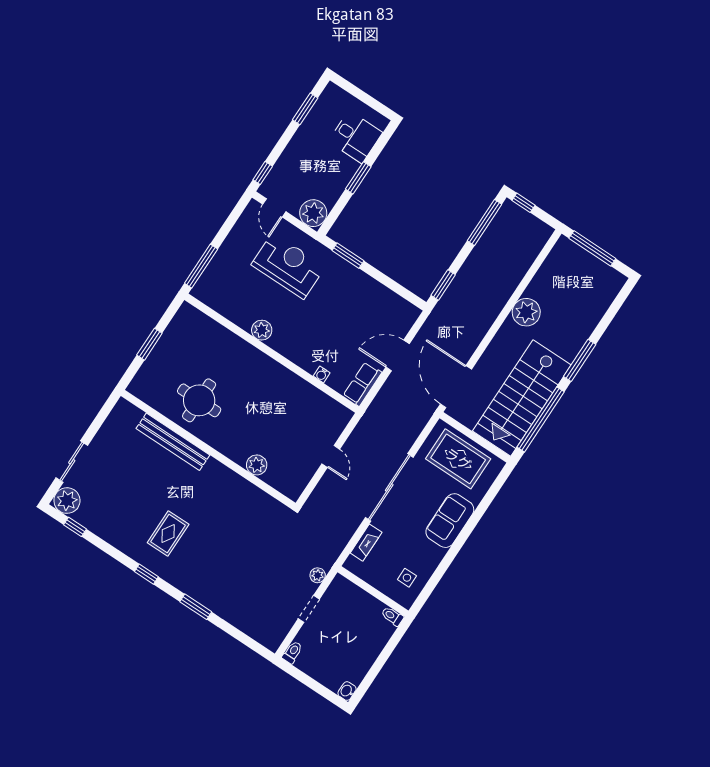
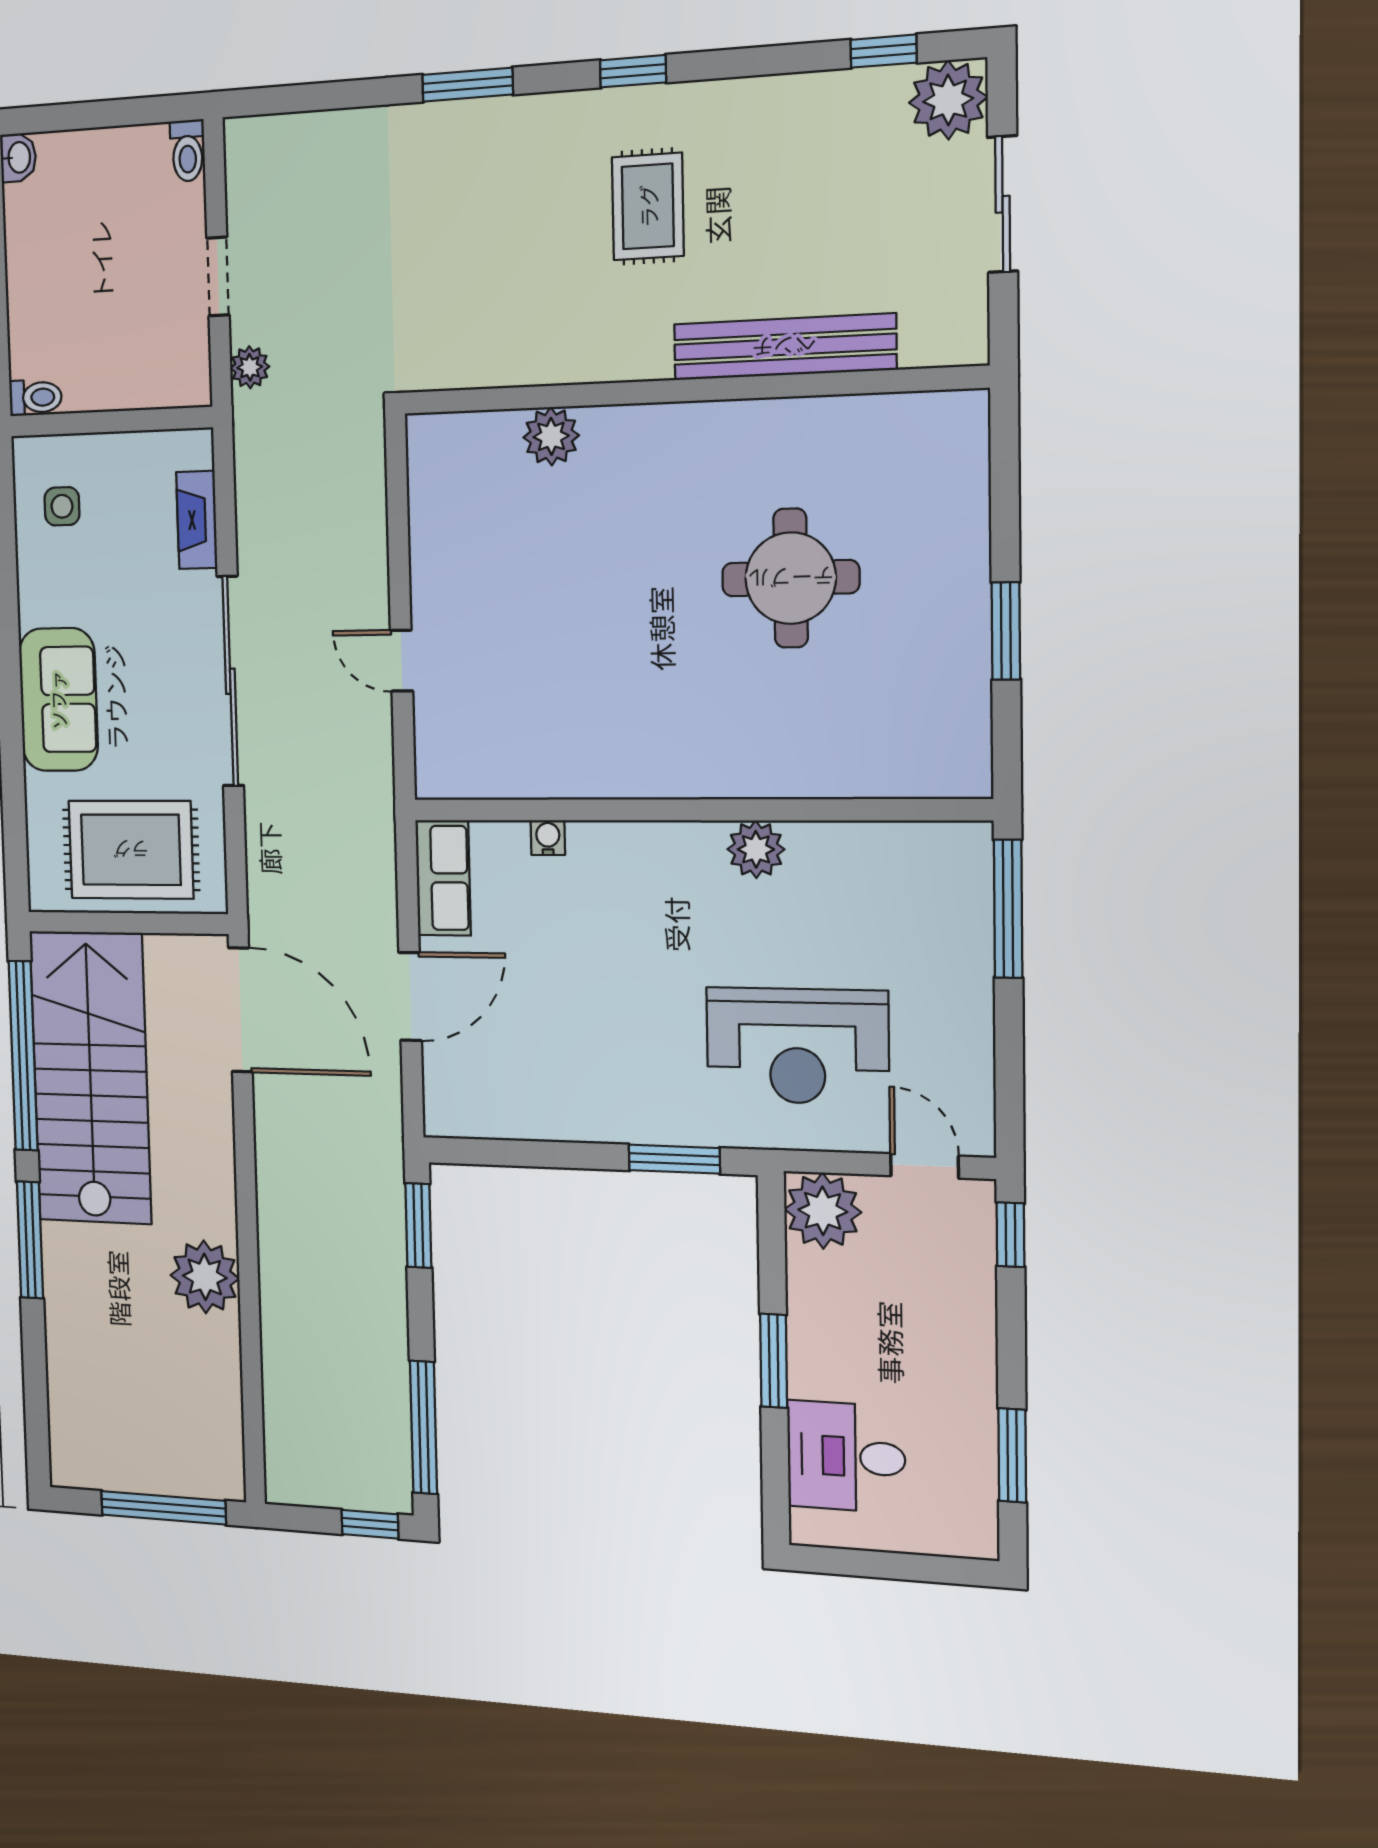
bench: (173, 442) -> (784, 347), moved
wall: (208, 449) -> (688, 390), moved
plant: (257, 465) -> (551, 436), moved

